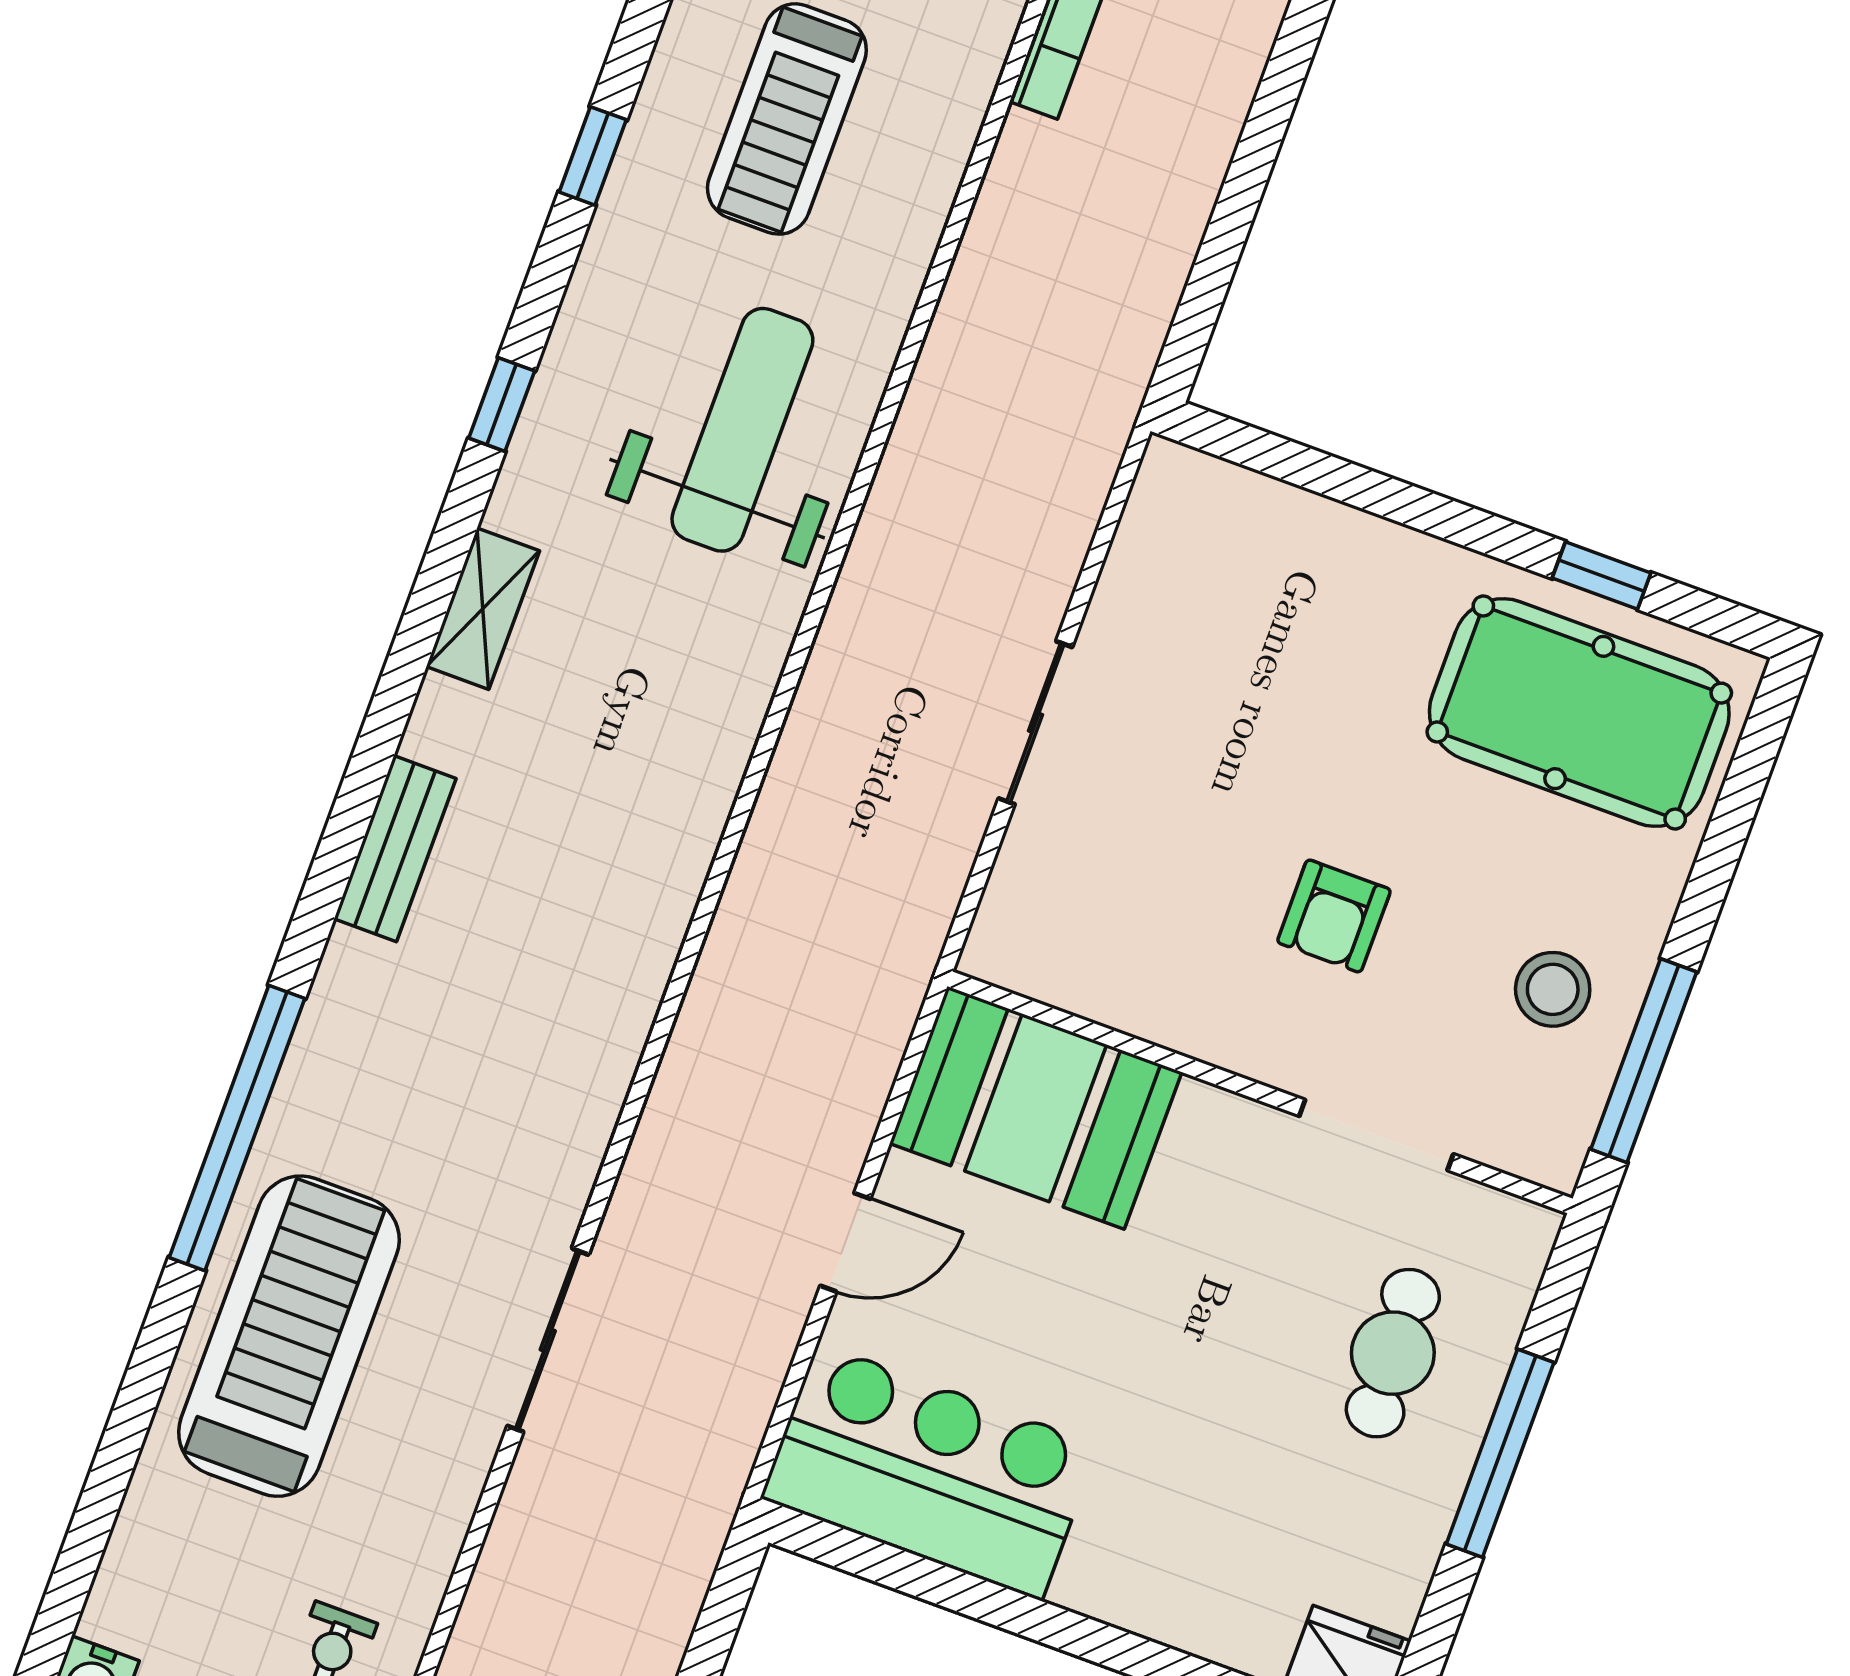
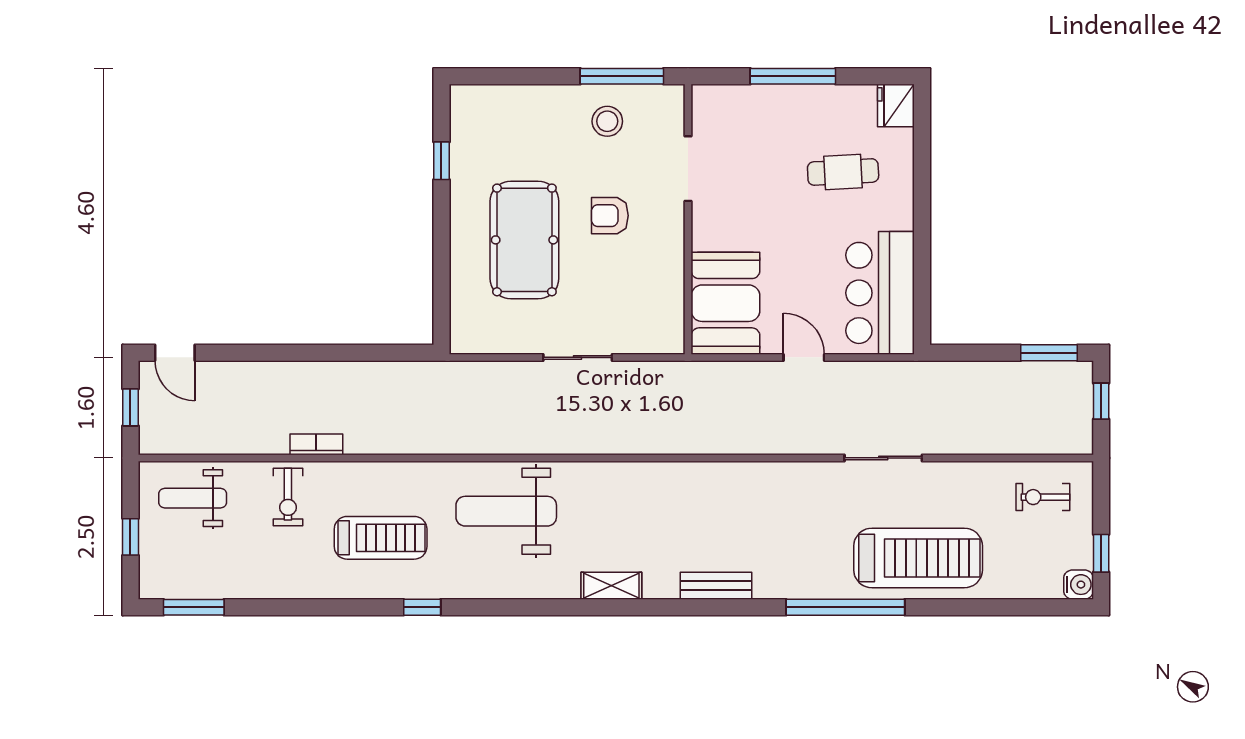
window: (502, 404) -> (530, 607), removed
pool table: (1579, 713) -> (524, 240), moved
armchair: (1334, 916) -> (610, 216), turned 180
treadmill: (289, 1336) -> (918, 558), turned 180
cafe table: (1393, 1353) -> (843, 172), moved

